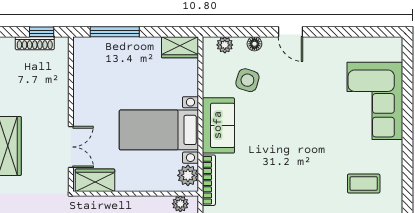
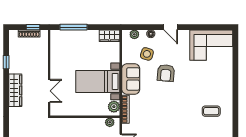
corner sofa: (375, 101) -> (211, 45), moved, turned -90
armchair: (282, 115) -> (166, 73), added
wardrobe: (95, 180) -> (62, 109), removed

